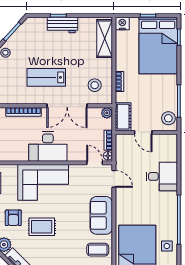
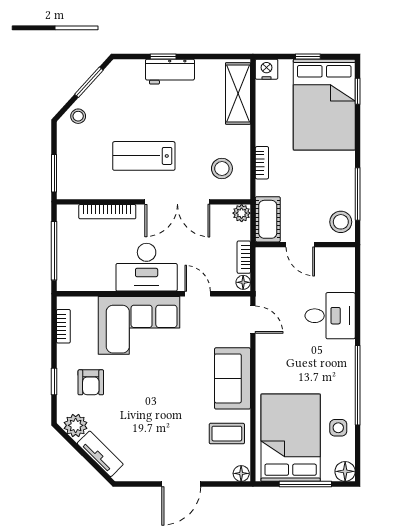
door: (95, 163) -> (198, 294), moved
rug: (42, 227) -> (137, 397), removed

